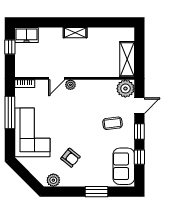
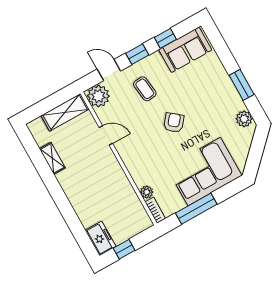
shelving: (75, 33) -> (52, 158), moved
door: (57, 78) -> (106, 135), moved
plant: (70, 85) -> (147, 192), moved
armchair: (70, 158) -> (174, 123), moved
window: (97, 192) -> (242, 85), moved

